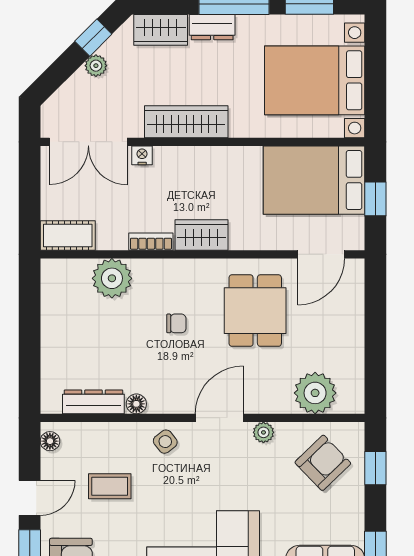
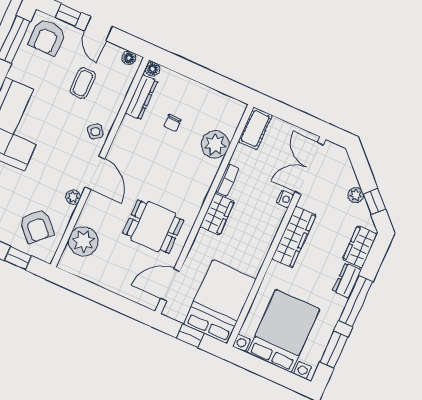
door: (321, 254) -> (170, 285), hinge flipped
chair: (176, 323) -> (173, 123), moved
floor lamp: (136, 404) -> (152, 69), moved

